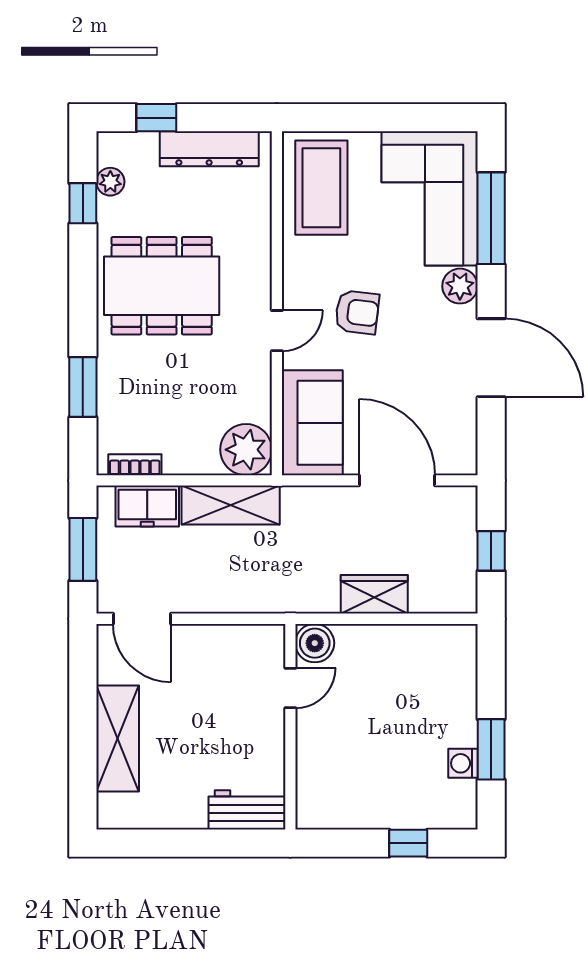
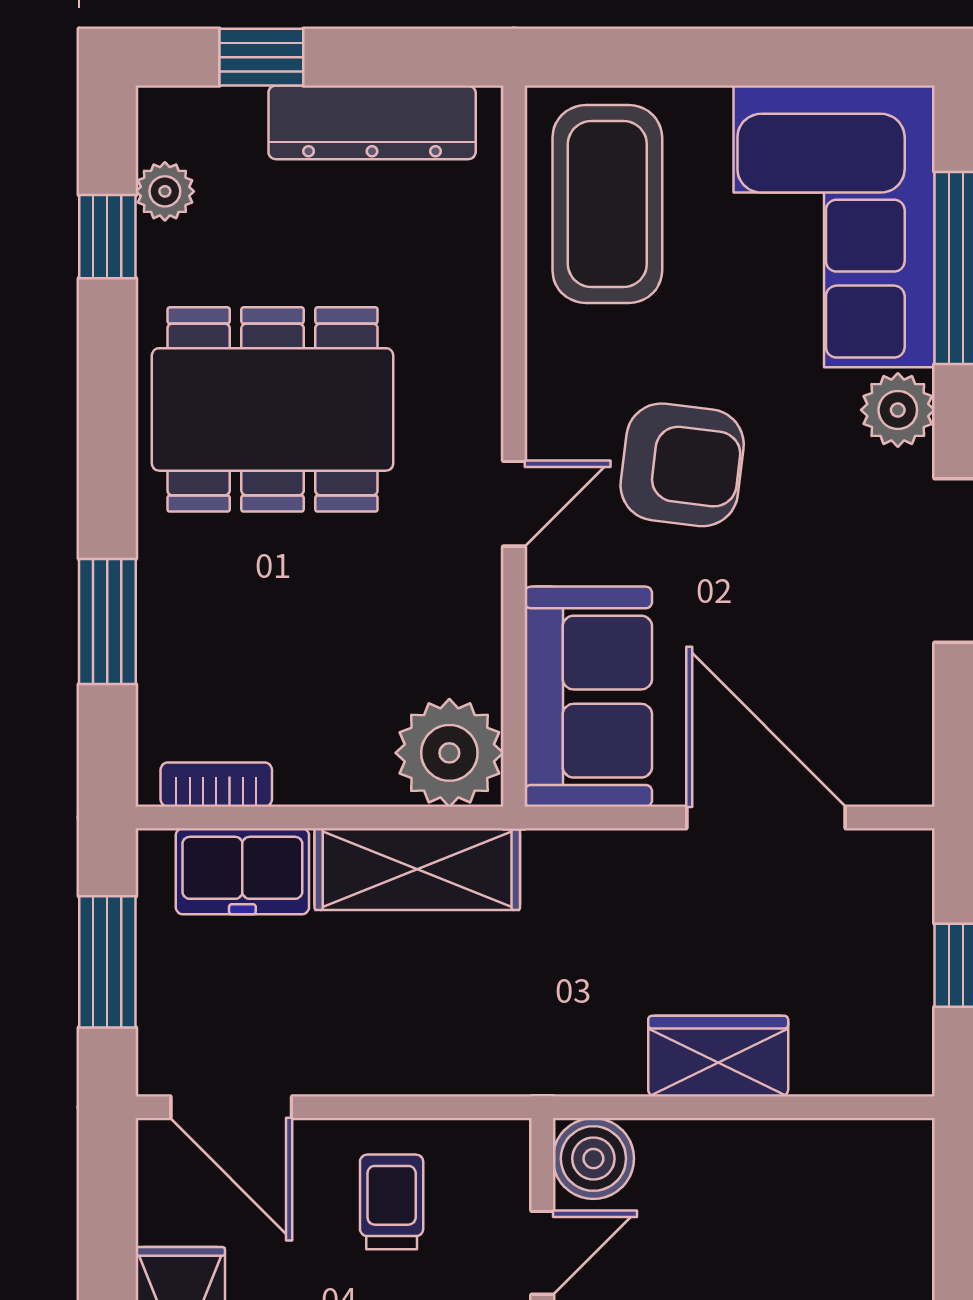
armchair: (357, 312) -> (682, 465), width x1.38, depth x1.38
trolley: (218, 664) -> (392, 1202), added

